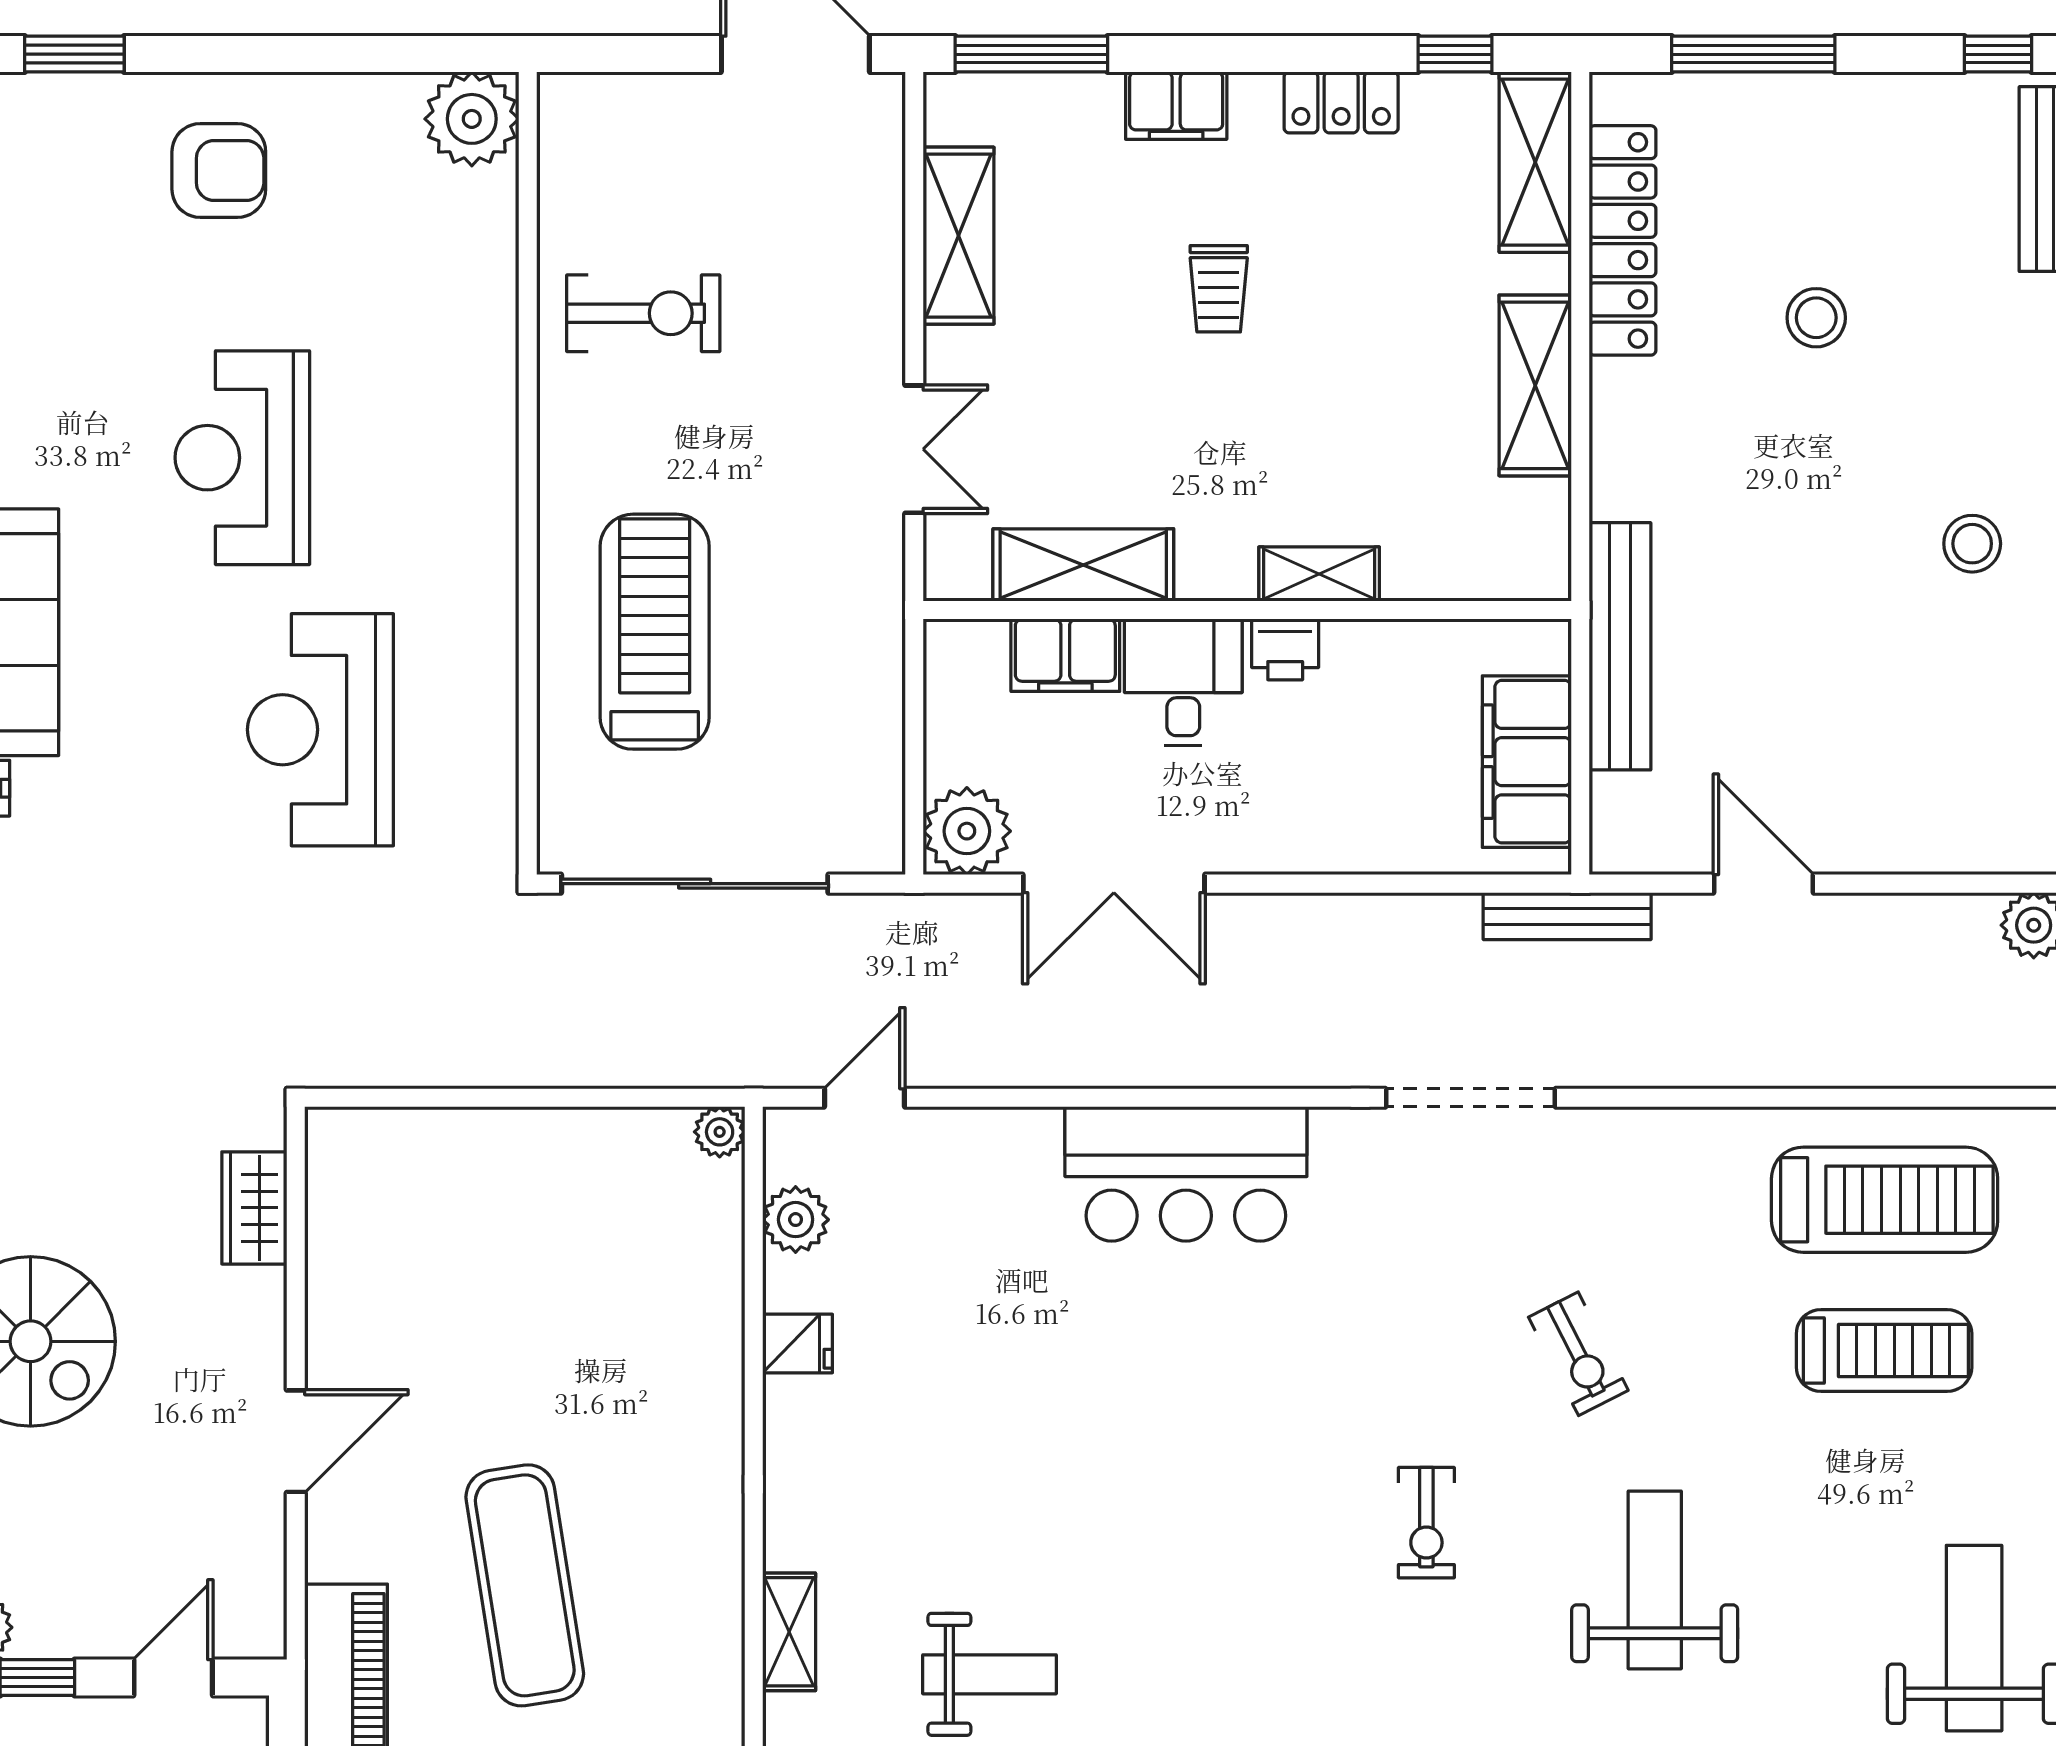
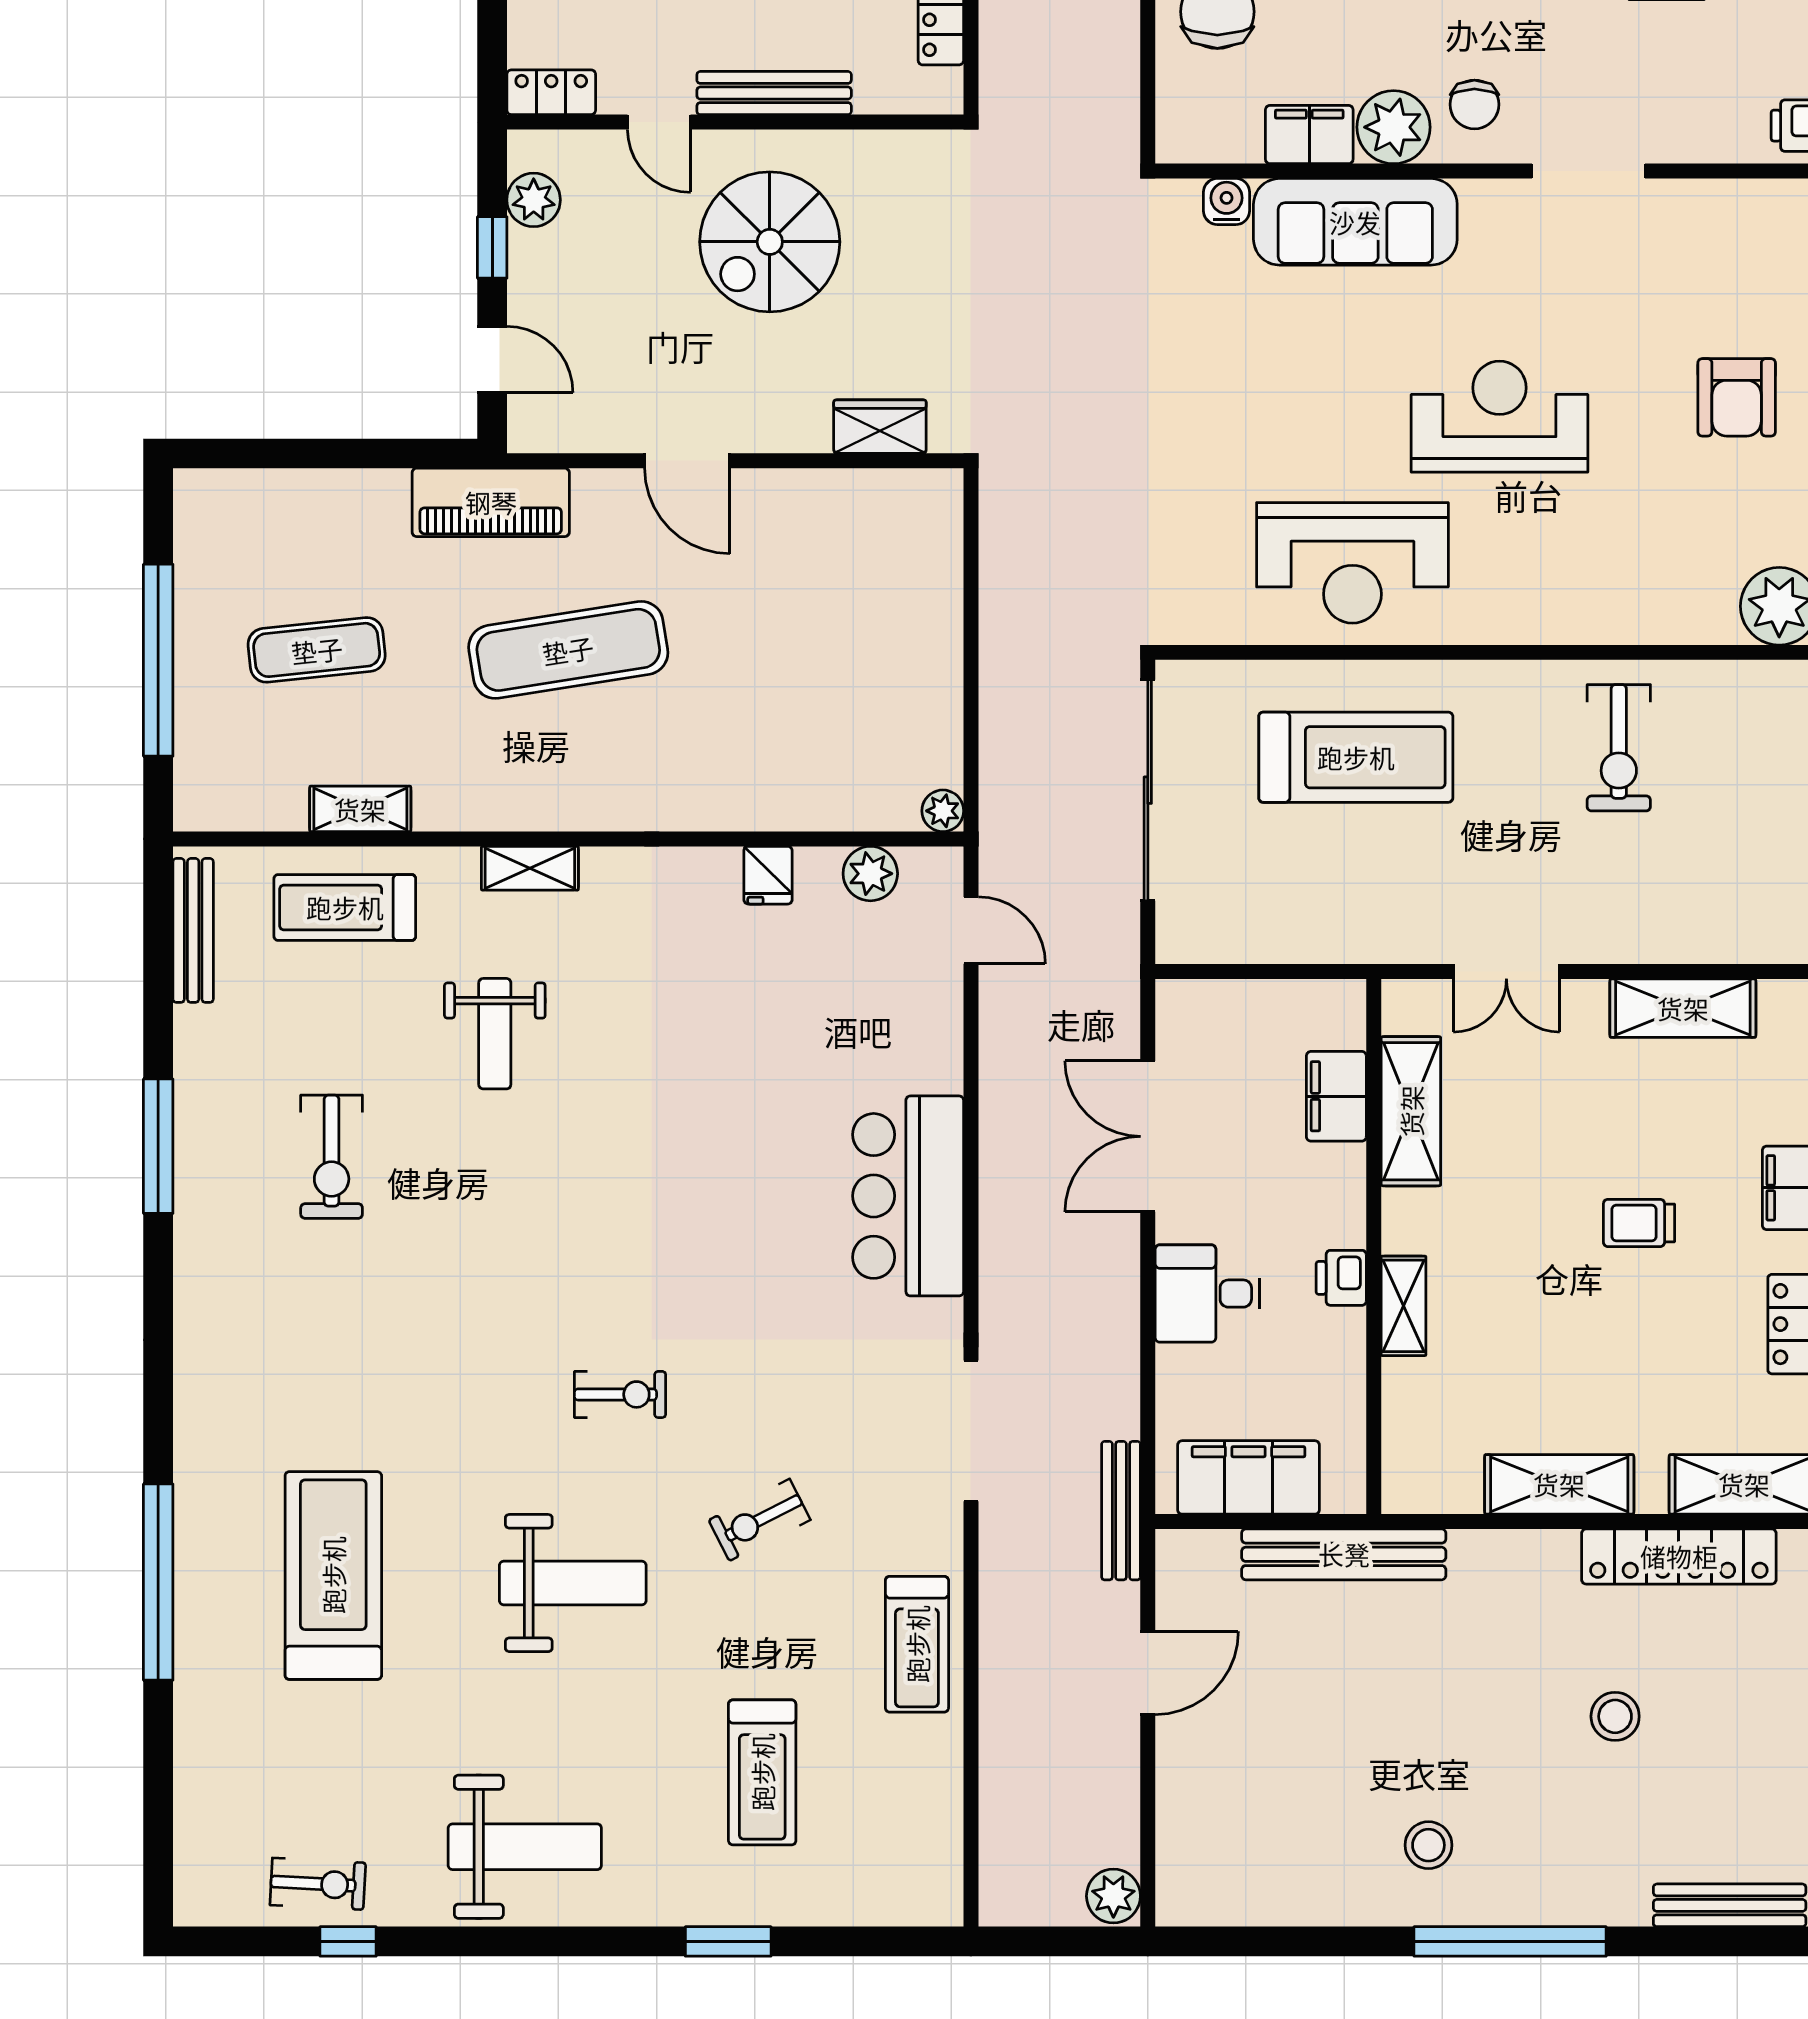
desk: (1183, 682) -> (1208, 1294), moved, turned 180
reception desk: (320, 730) -> (1352, 563), moved, turned 180
plant: (967, 831) -> (1191, 1015), removed
treadmill: (1885, 1200) -> (917, 1644), moved, width x0.73, depth x0.73
exercise bike: (1426, 1523) -> (620, 1394), turned 180

